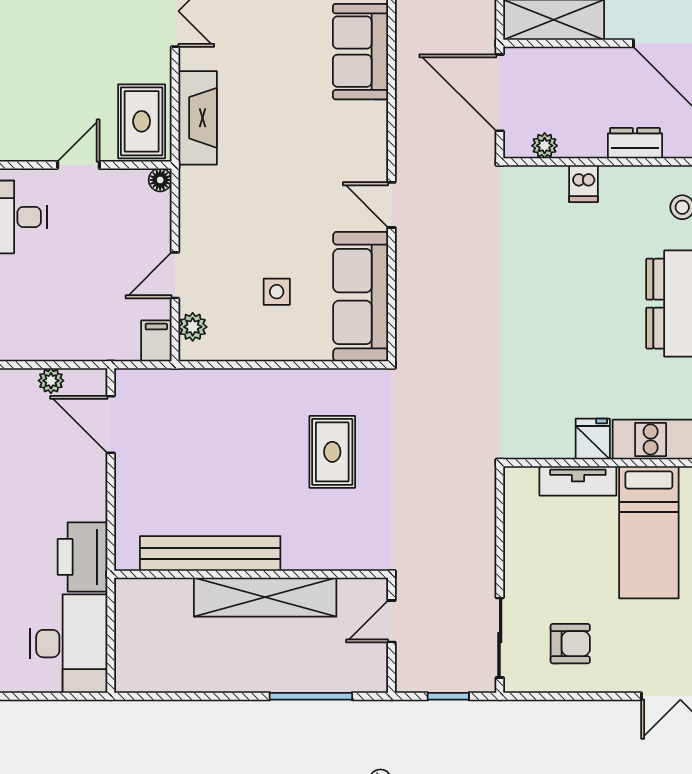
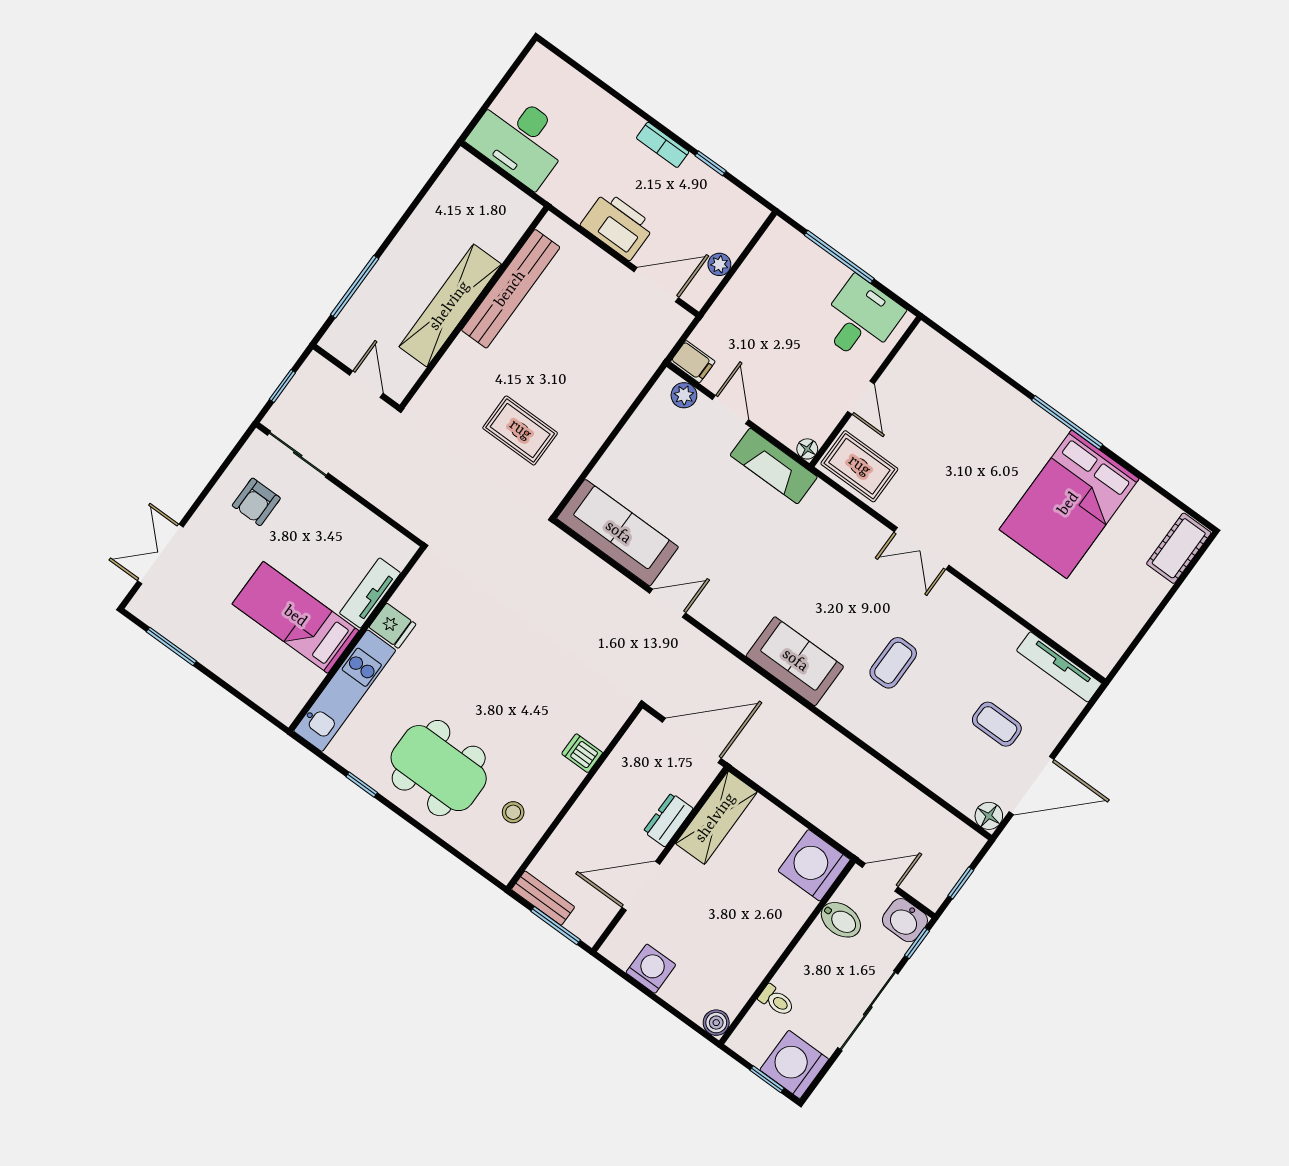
fireplace: (198, 118) -> (774, 466), moved
dresser: (635, 143) -> (668, 820), moved, turned 180
plant: (545, 146) -> (630, 745), removed
side table: (277, 292) -> (665, 474), removed
printer: (83, 557) -> (618, 225), moved

